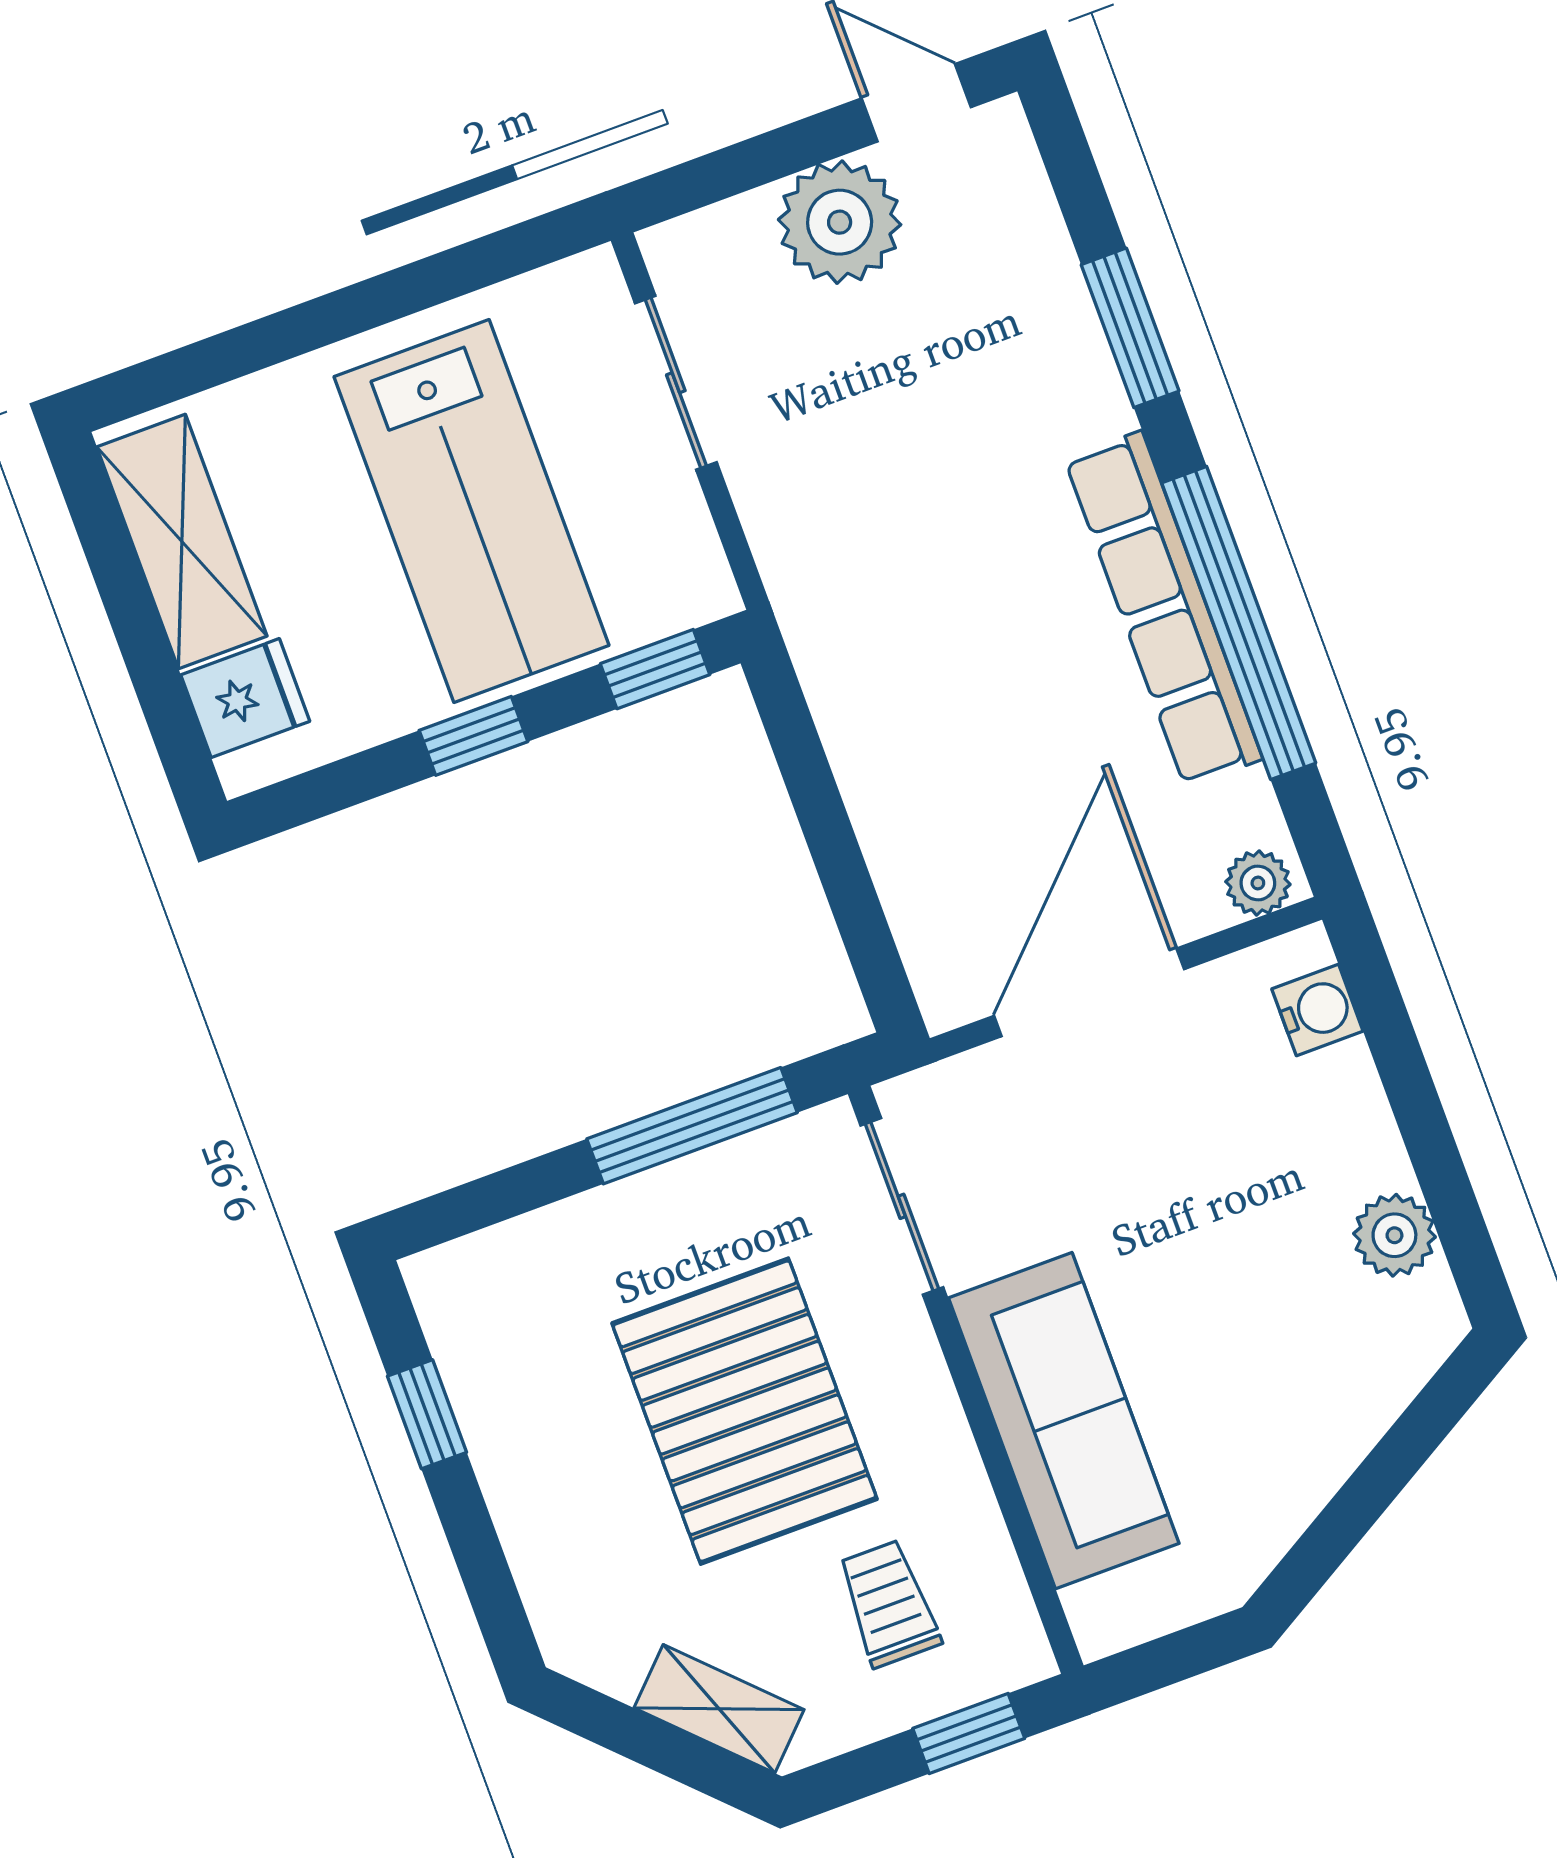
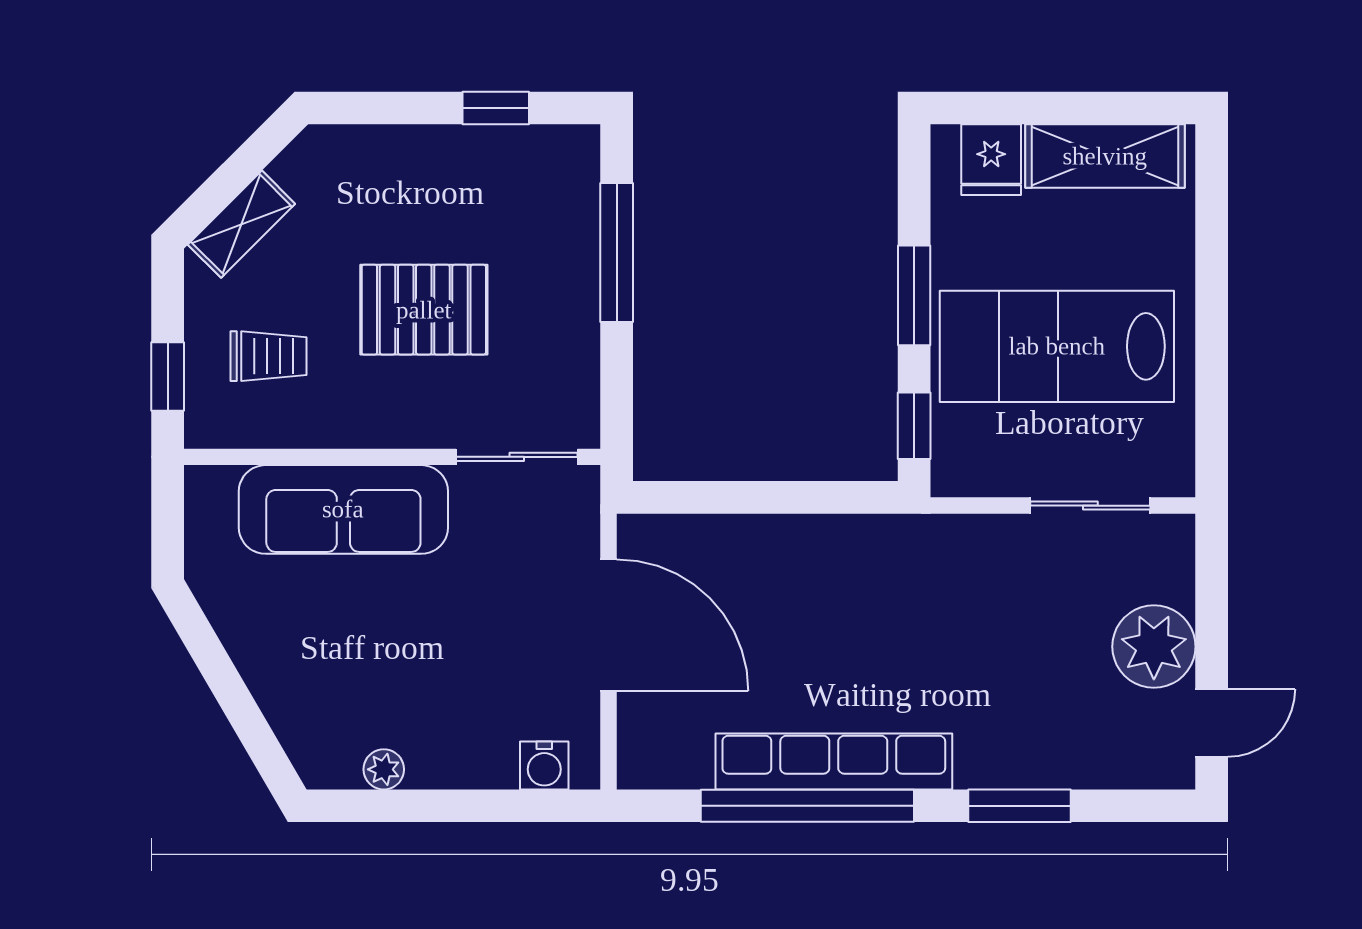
window: (474, 736) -> (914, 295), width x1.50
plant: (1258, 883) -> (638, 757), removed
window: (692, 1126) -> (617, 252), moved
plant: (1394, 1235) -> (384, 769), width x0.73, depth x0.73
pallet: (745, 1411) -> (424, 310), width x0.73, depth x0.71

